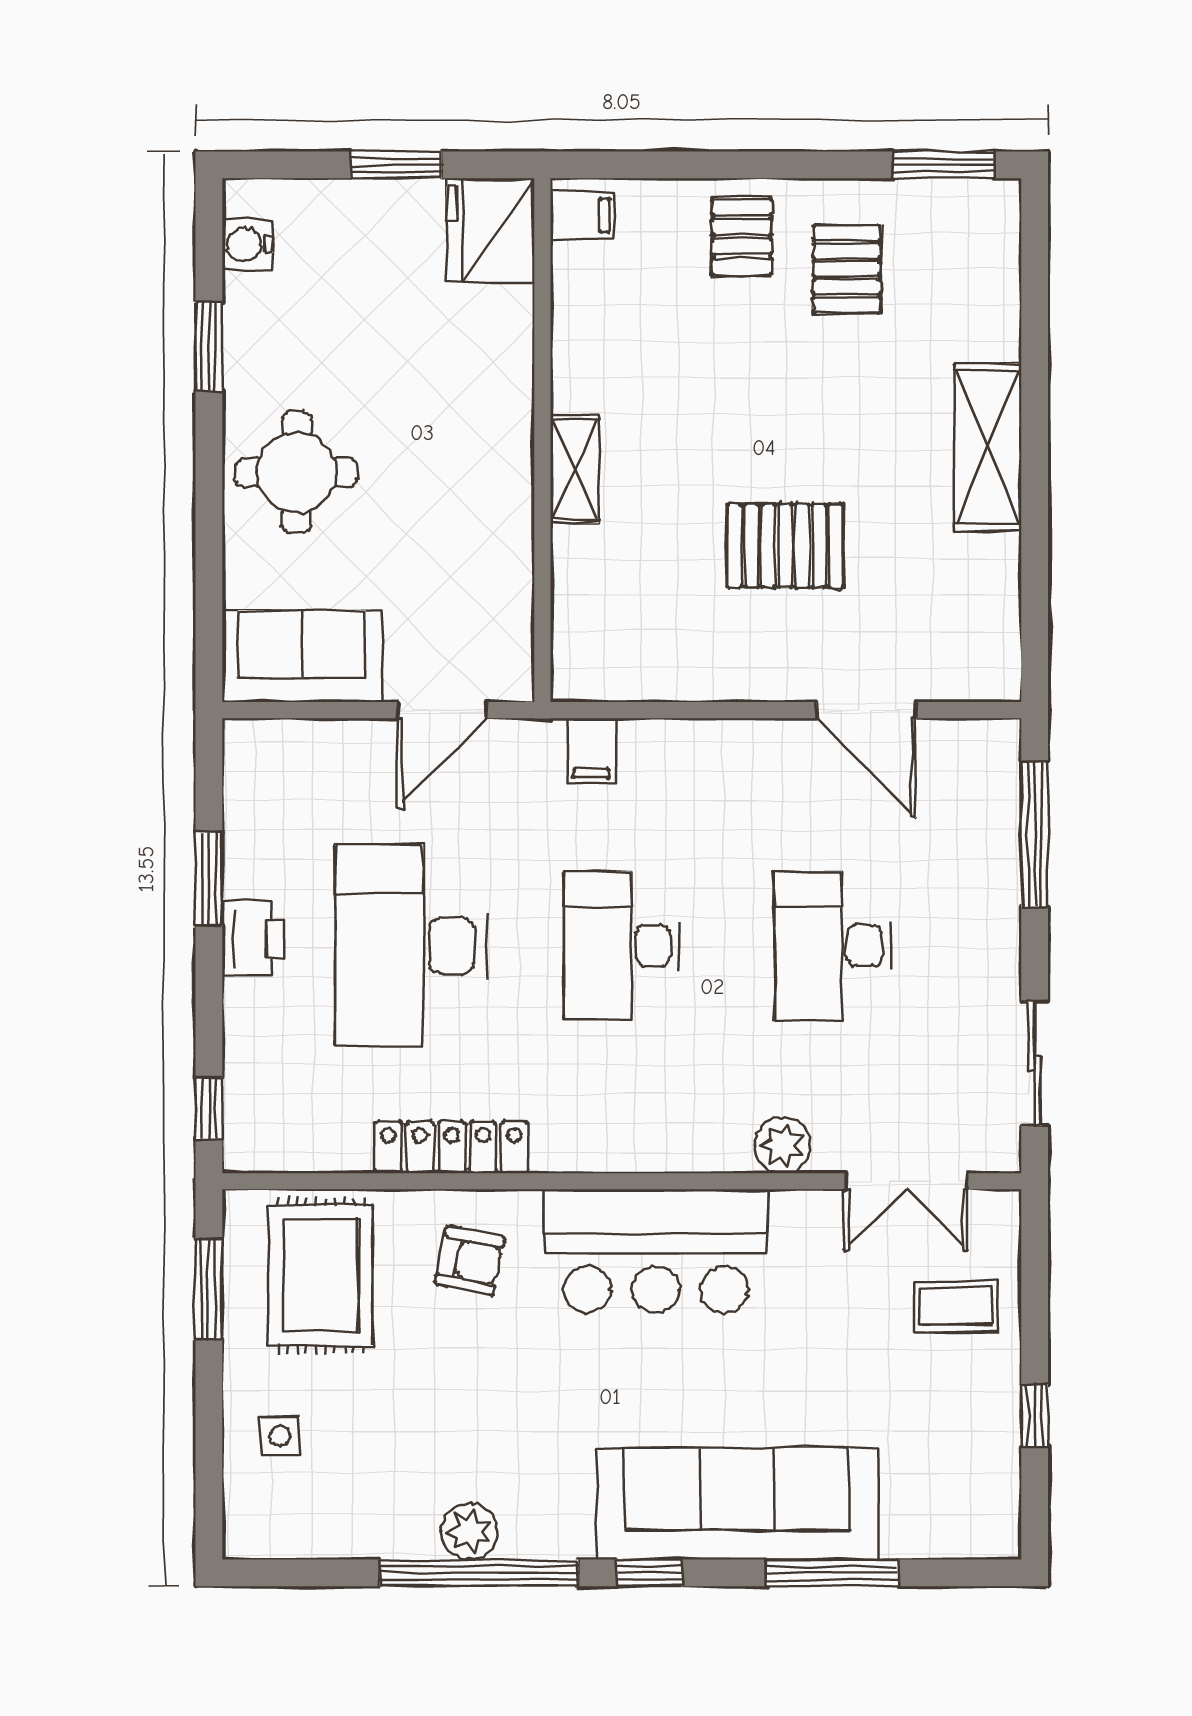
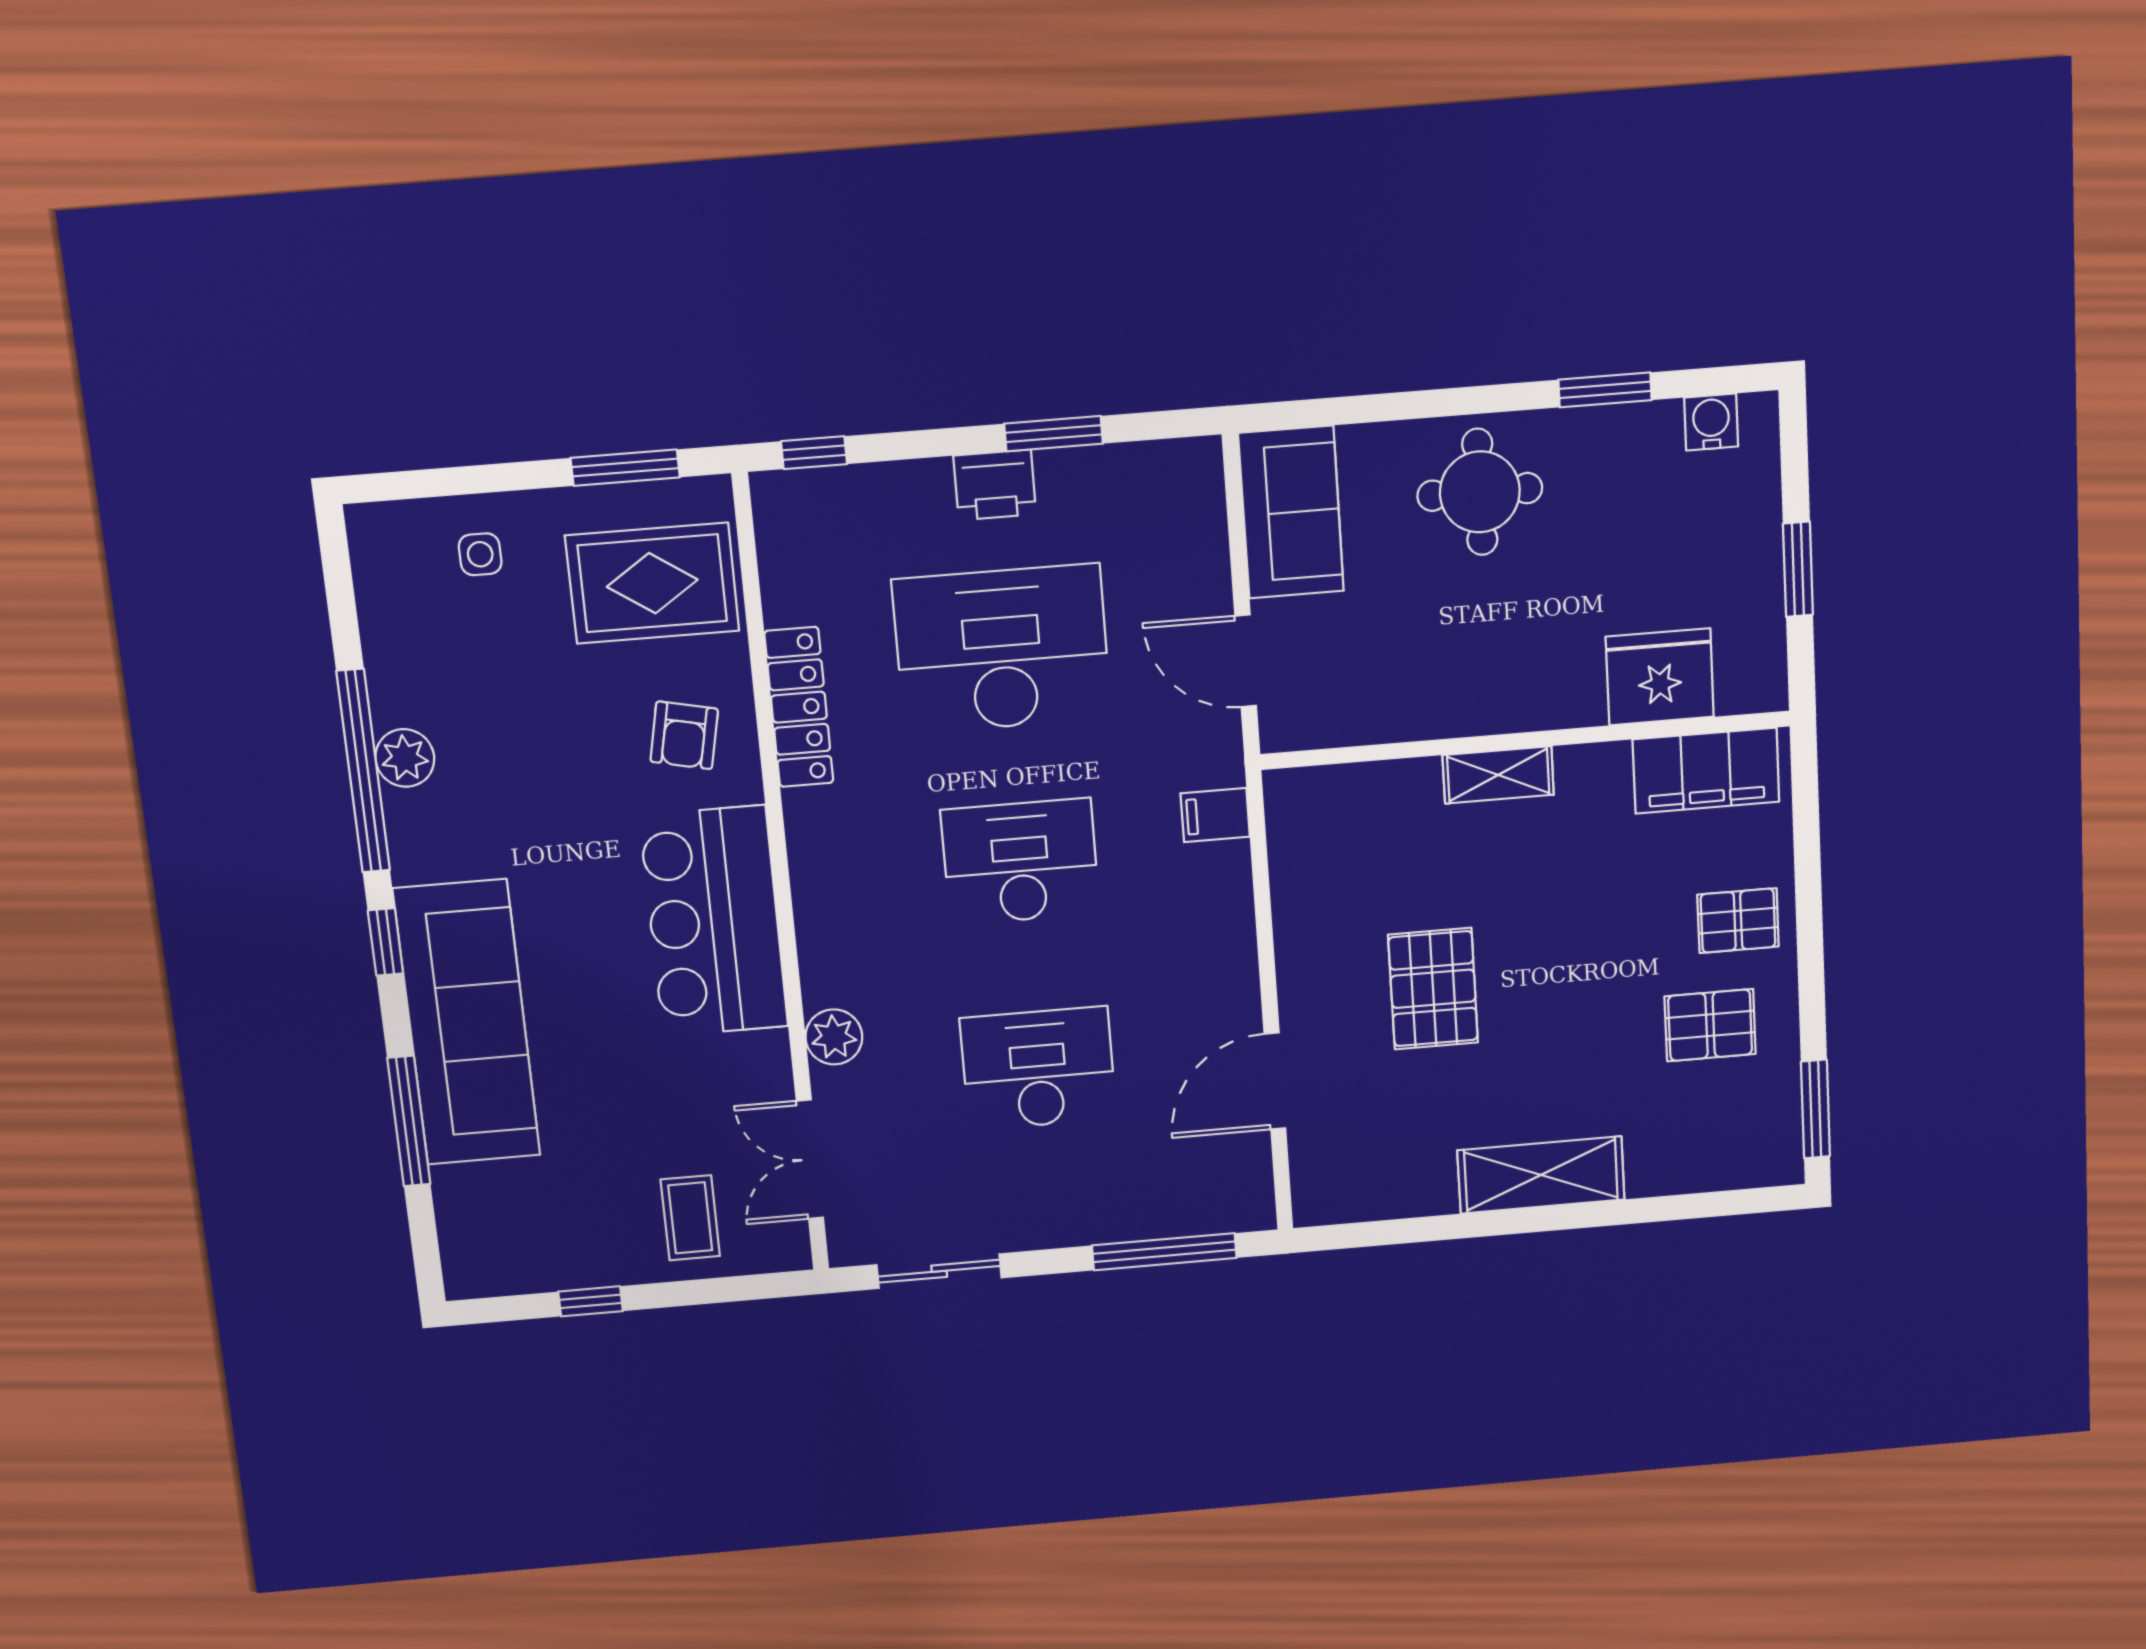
filing cabinet: (582, 215) -> (1706, 771), width x3.00, depth x1.17
fridge: (491, 230) -> (1660, 677), moved

